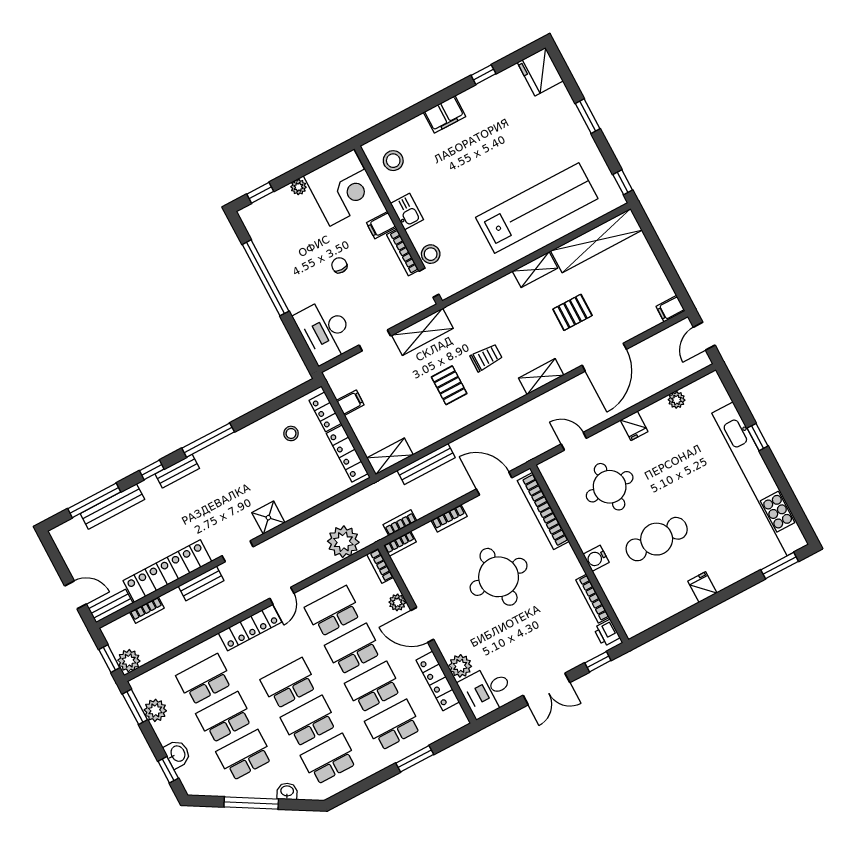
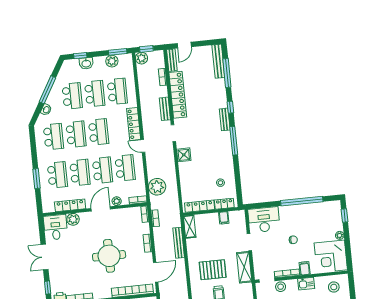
pallet: (449, 385) -> (213, 270), width x1.50, depth x1.42
bench: (112, 506) -> (218, 61), moved

